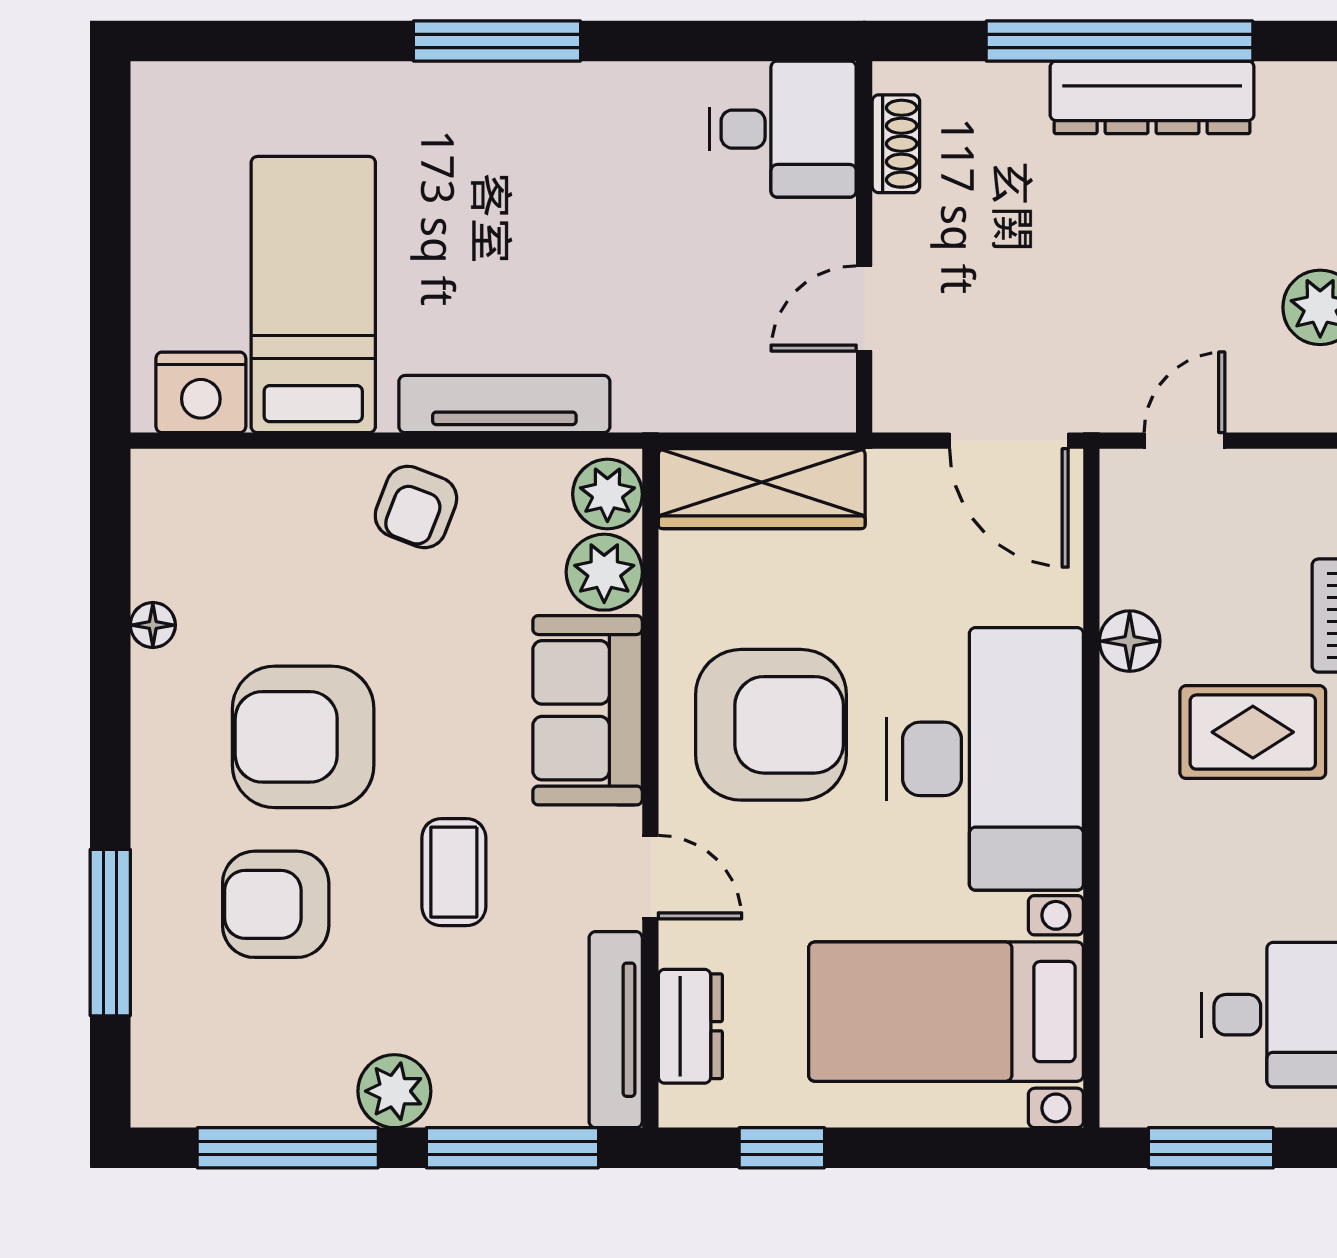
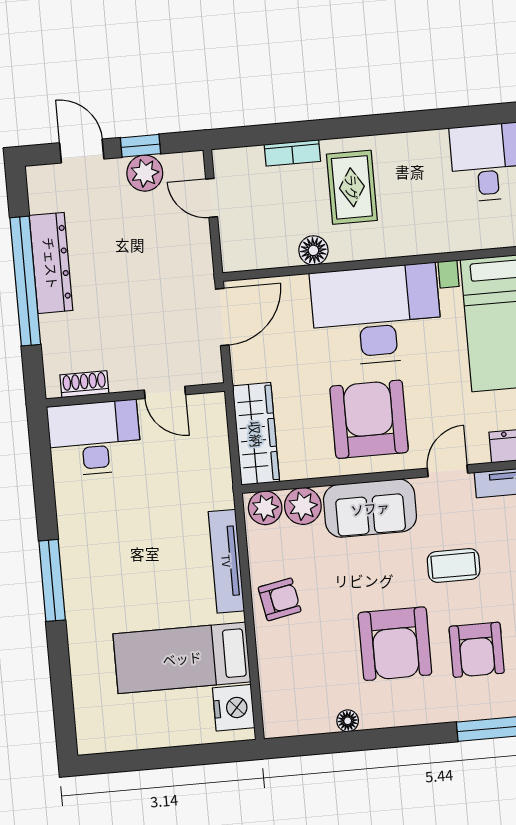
desk: (783, 129) -> (94, 438), width x1.37
door: (1184, 441) -> (212, 198), moved
armchair: (416, 507) -> (280, 599), turned -32

